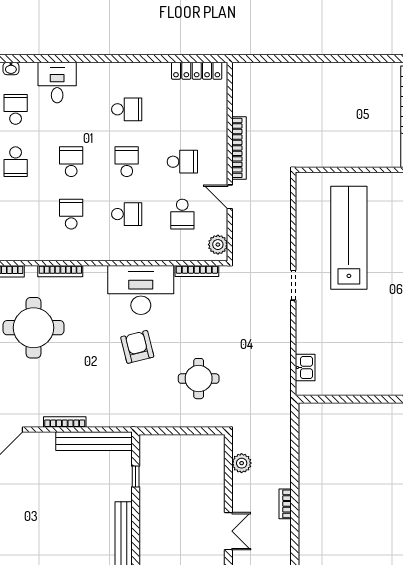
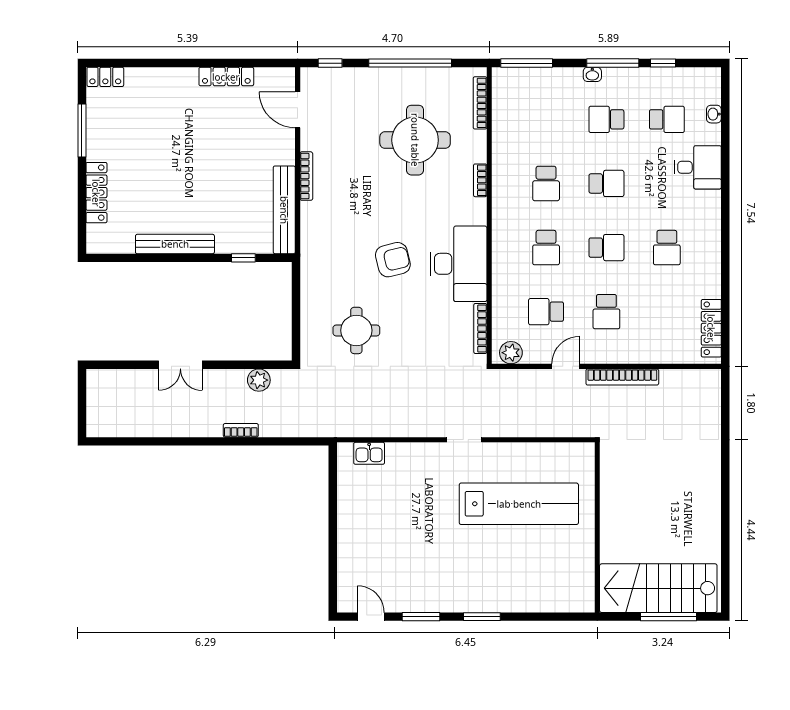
school desk: (71, 214) -> (546, 183), turned 90
bookcase: (60, 271) -> (480, 180), width x0.64
bookcase: (285, 504) -> (241, 430), moved

